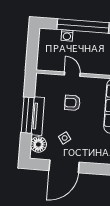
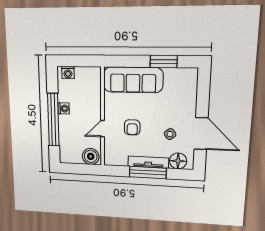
washing machine: (67, 35) -> (64, 108), moved
boiler: (45, 60) -> (91, 156), added

